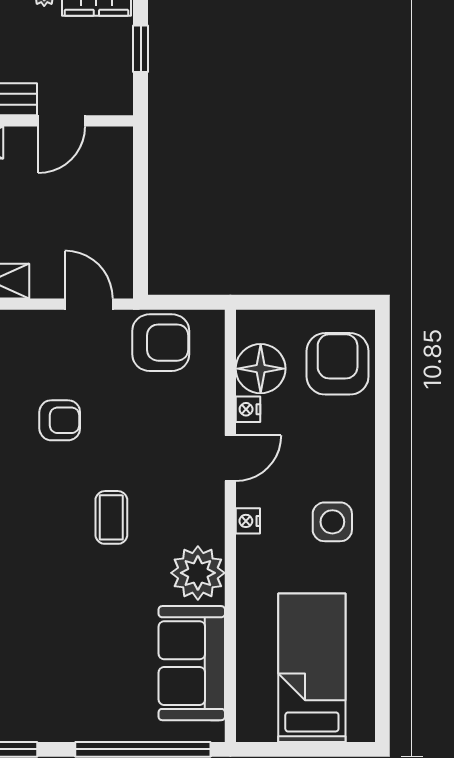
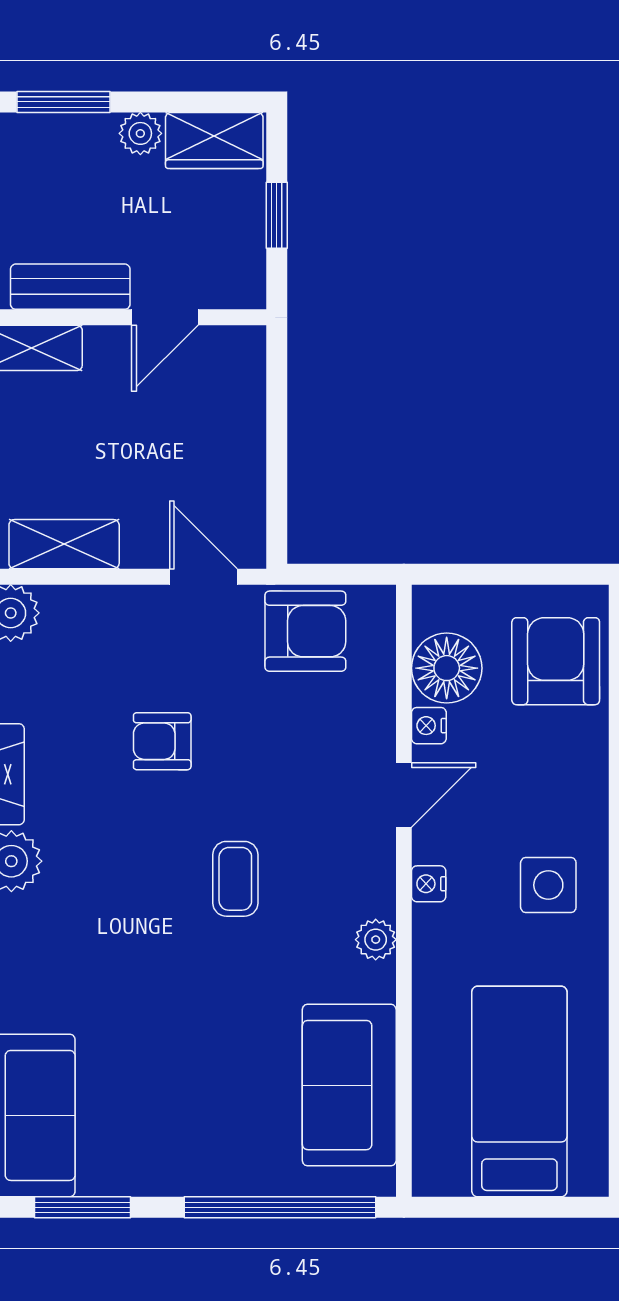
armchair: (60, 420) -> (162, 741), turned 180
plant: (198, 573) -> (376, 940), width x0.53, depth x0.53

